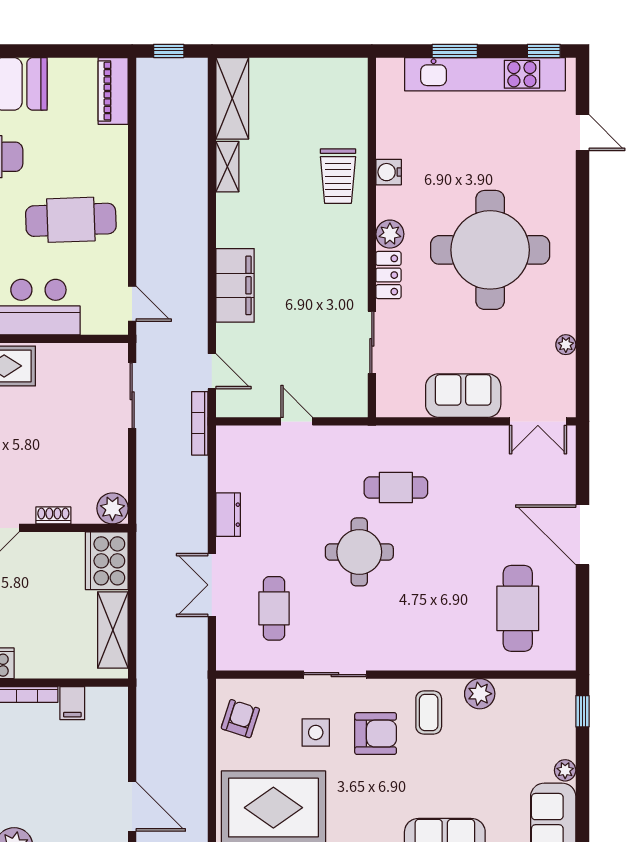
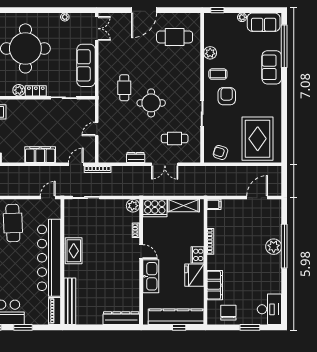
sofa: (463, 396) -> (86, 65), width x1.36
filing cabinet: (72, 703) -> (214, 204), moved
side table: (316, 732) -> (226, 121), removed

